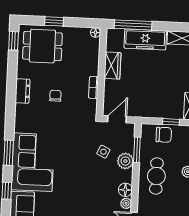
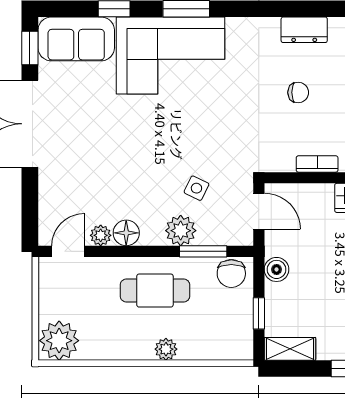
boiler: (148, 111) -> (277, 269), added
chair: (164, 135) -> (231, 274), moved

